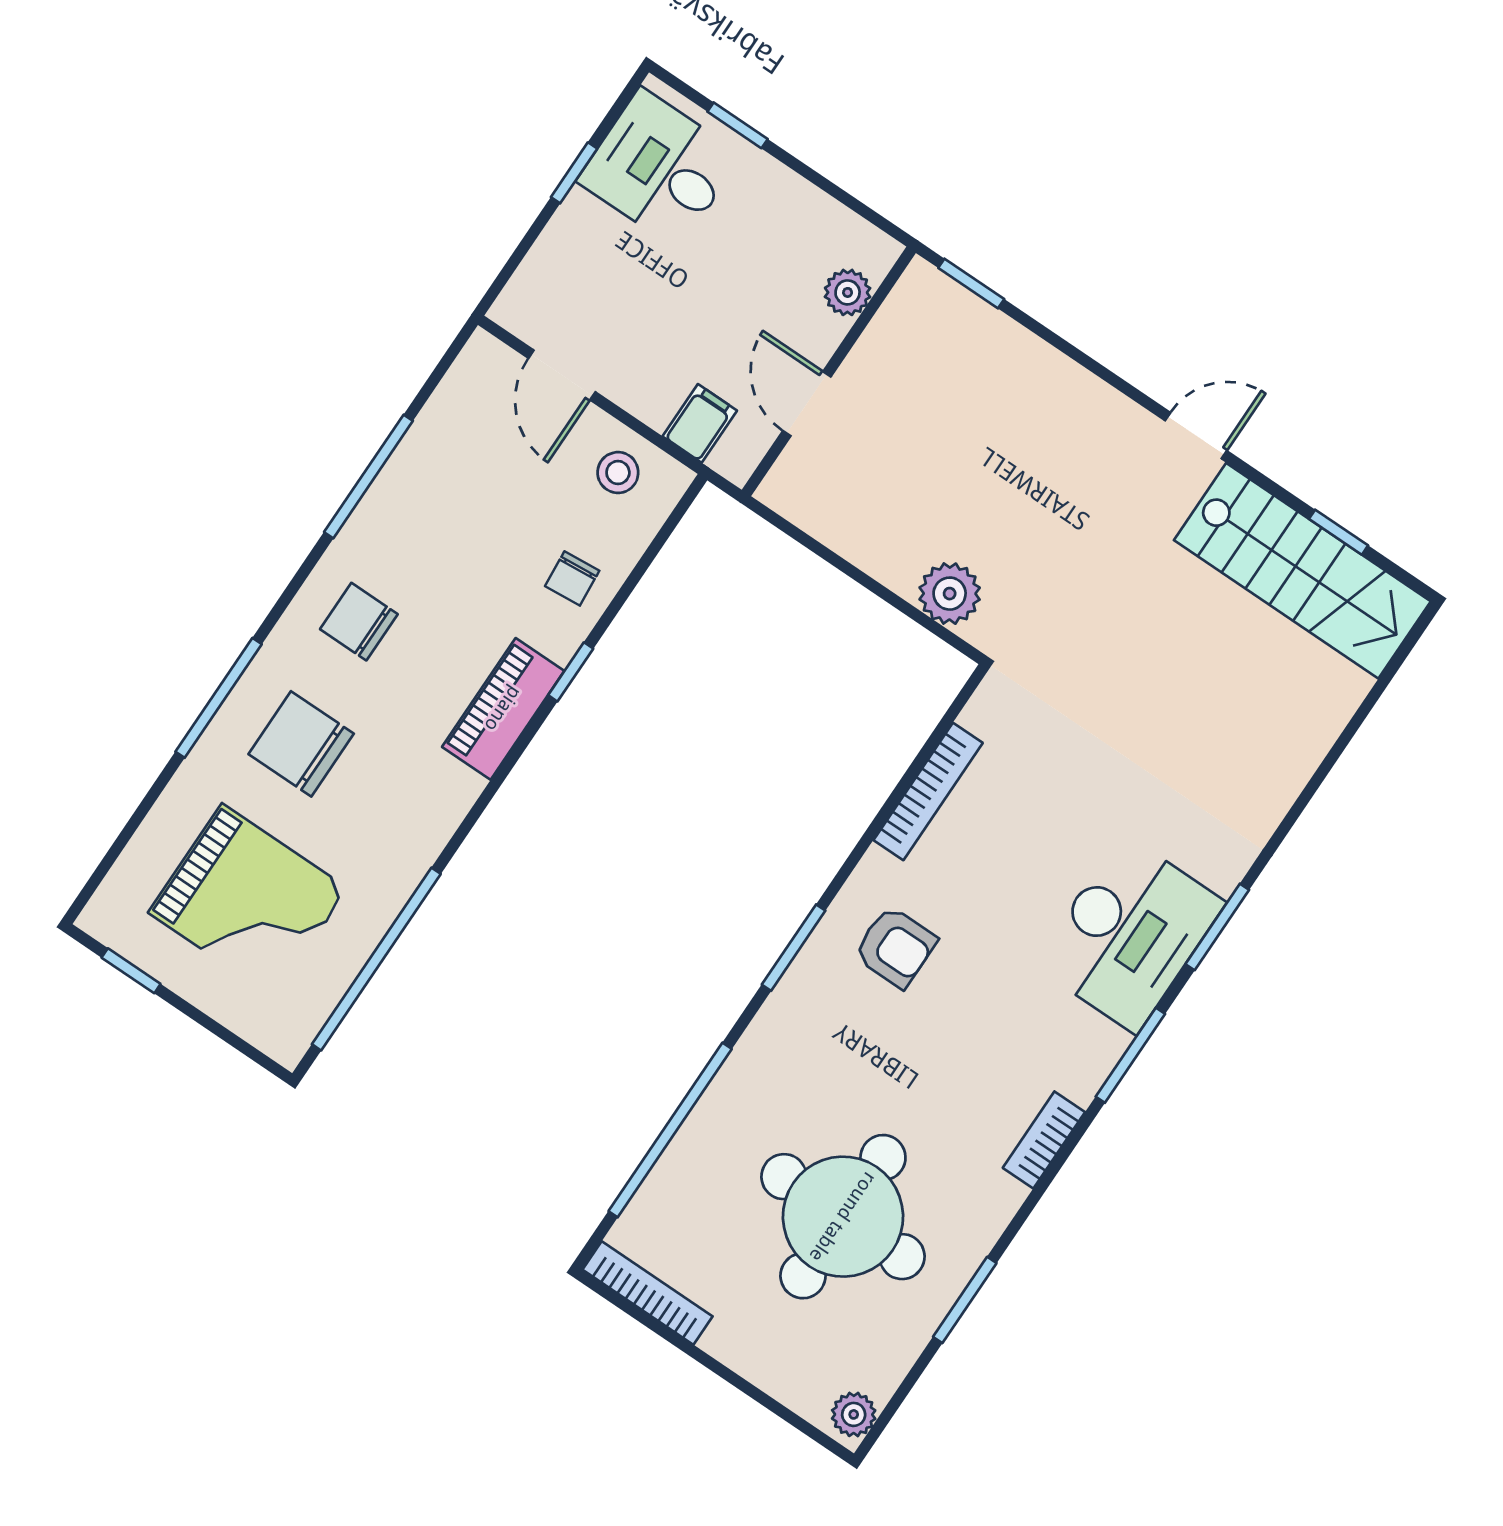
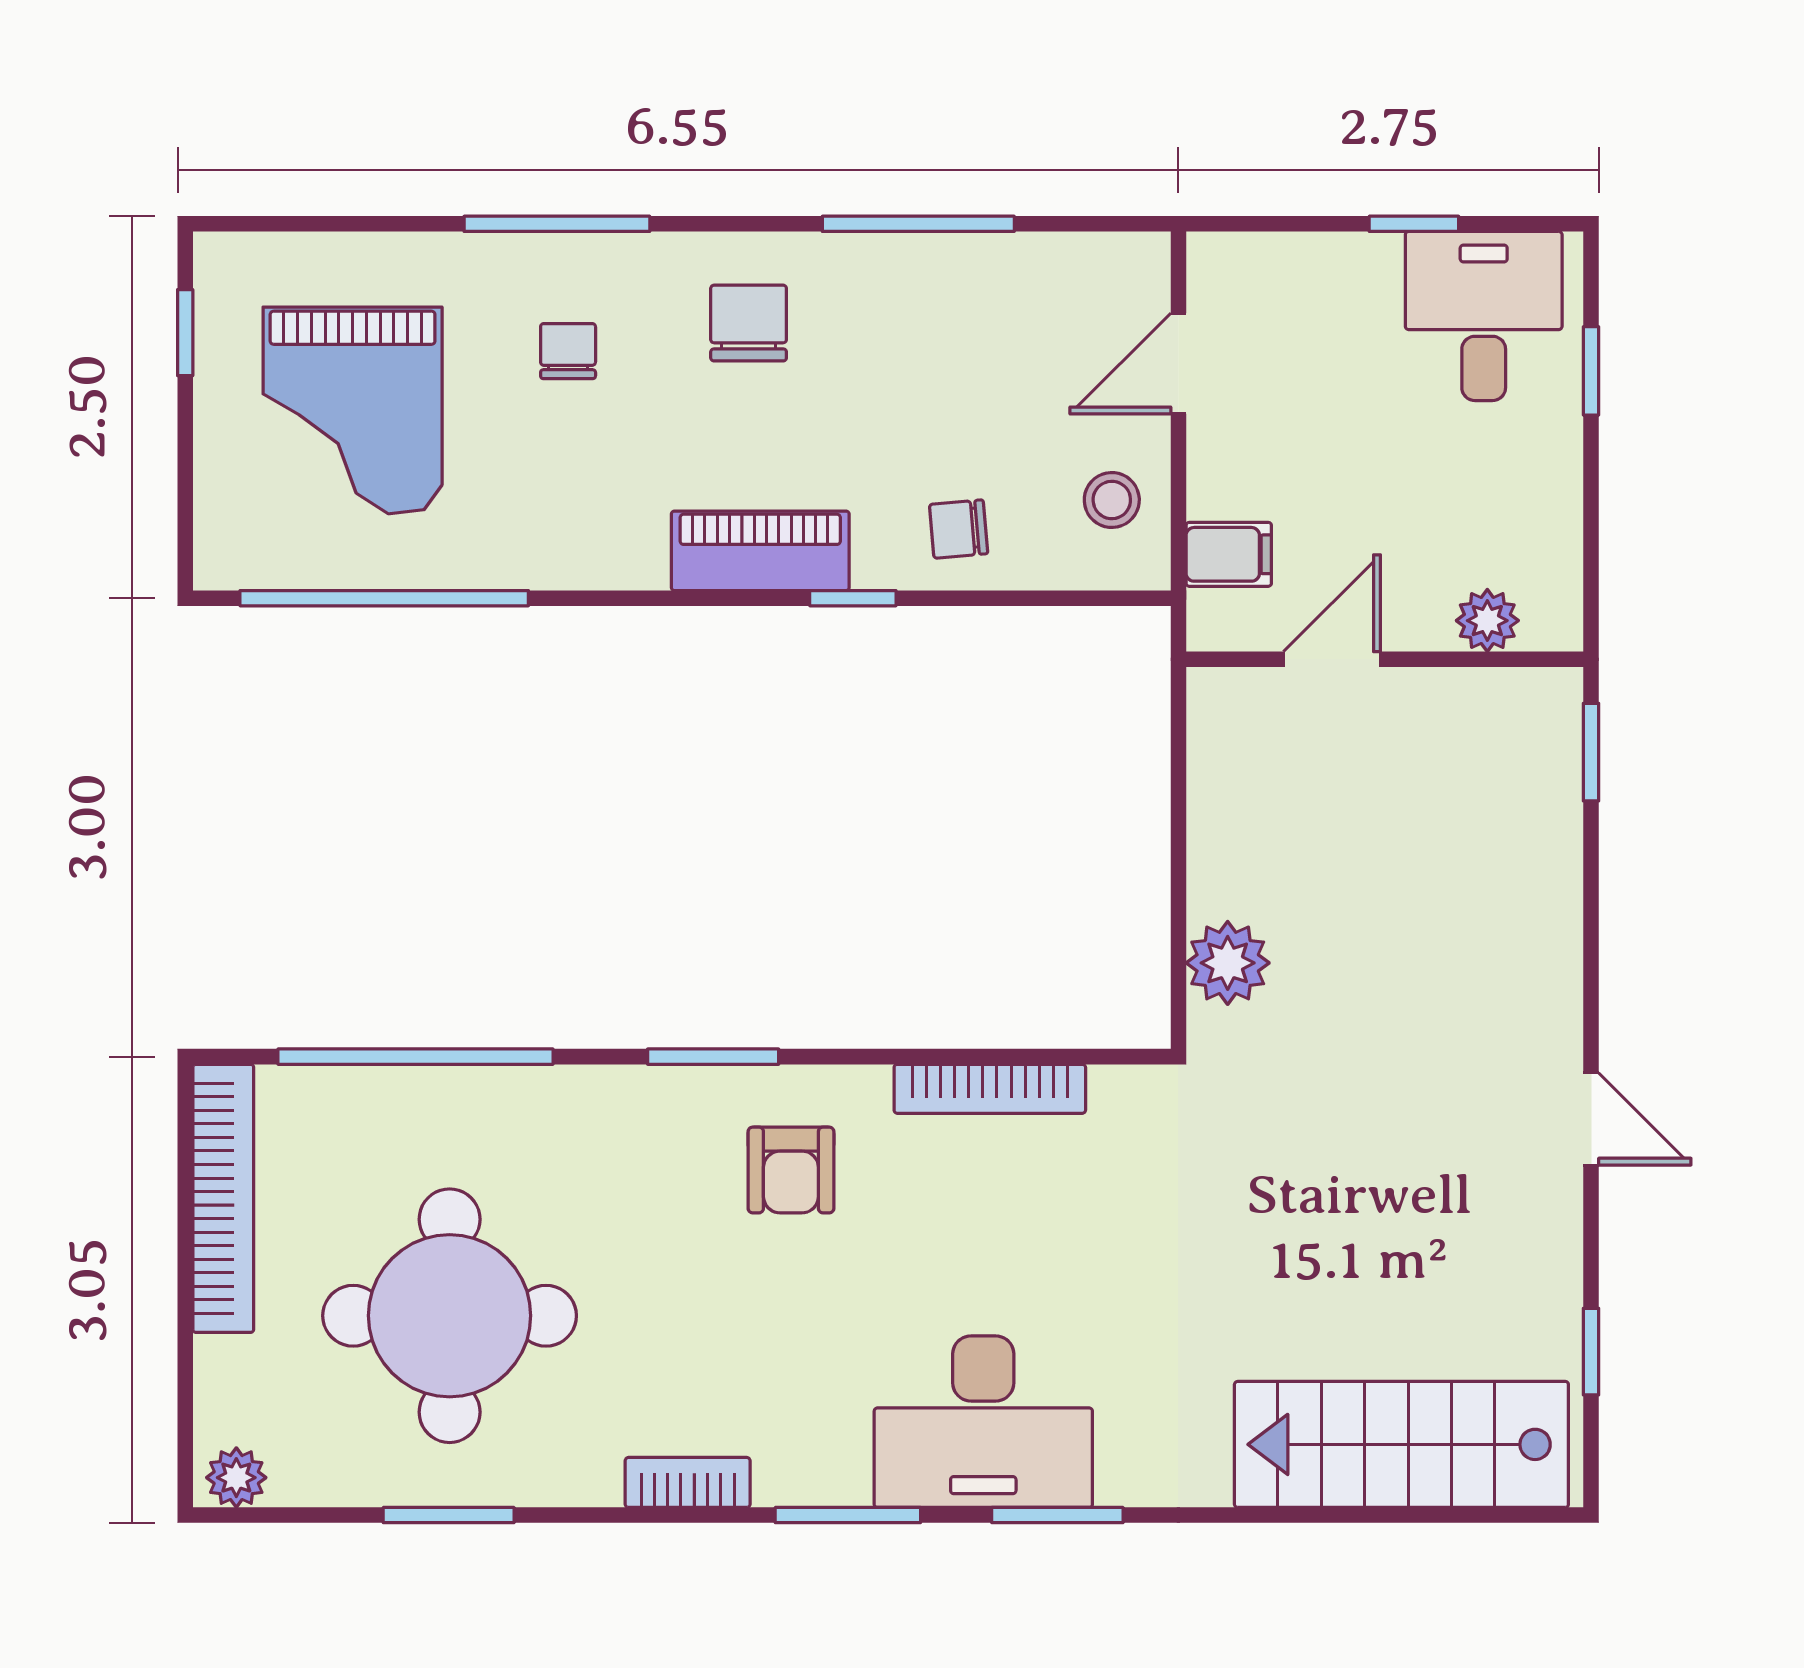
stairs: (1302, 571) -> (1401, 1444), moved, turned 90
chair: (301, 744) -> (568, 351), width x0.54, depth x0.54
bookcase: (648, 1293) -> (223, 1198), width x1.48, depth x1.31

